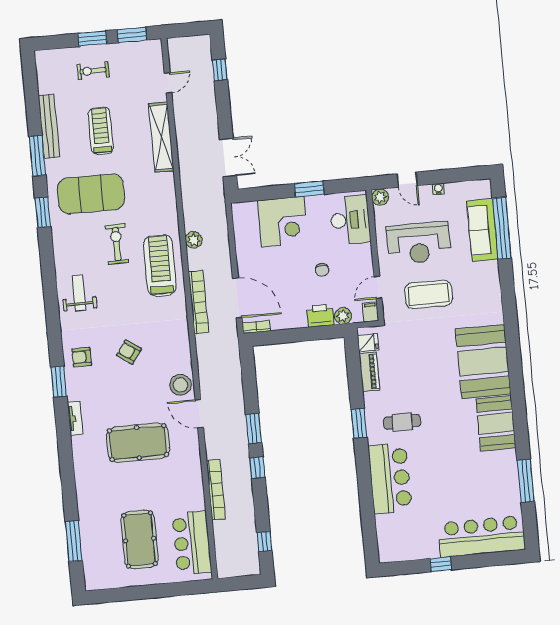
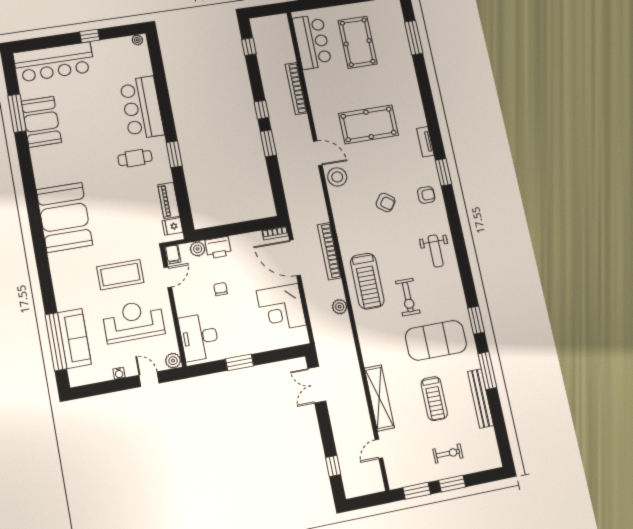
corner desk: (283, 222) -> (281, 308), moved, turned -90
booth: (496, 423) -> (41, 122), moved
plant: (388, 557) -> (137, 40), added

